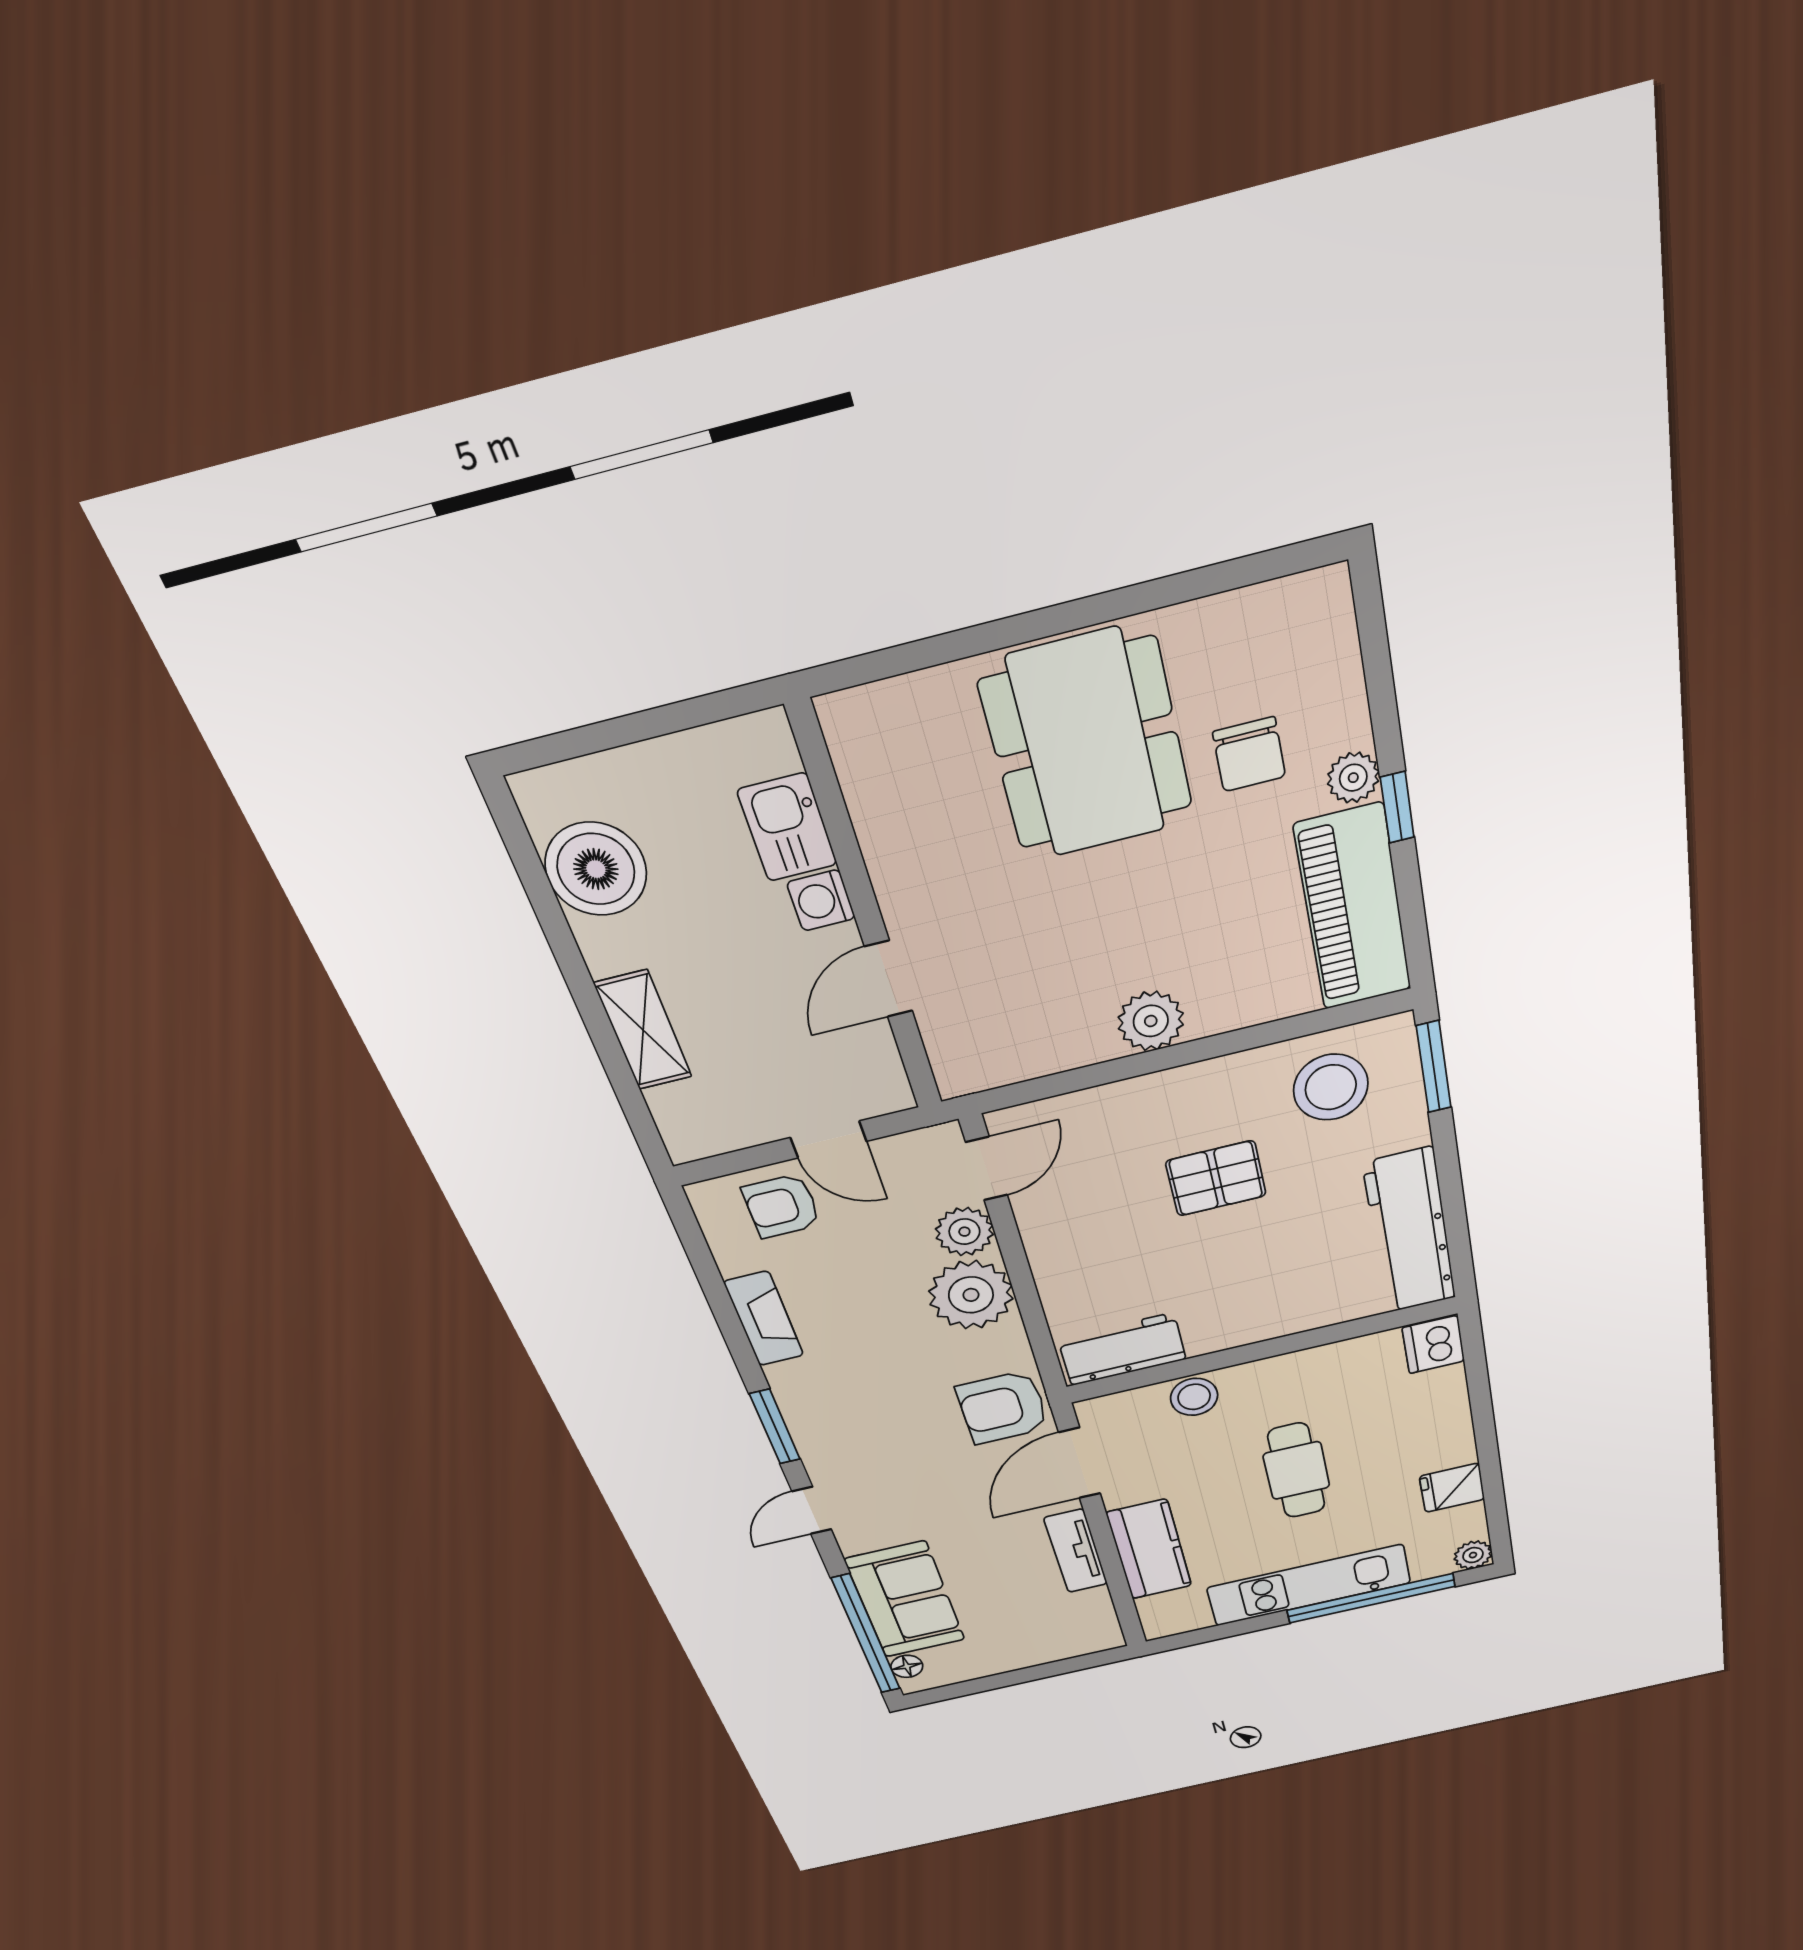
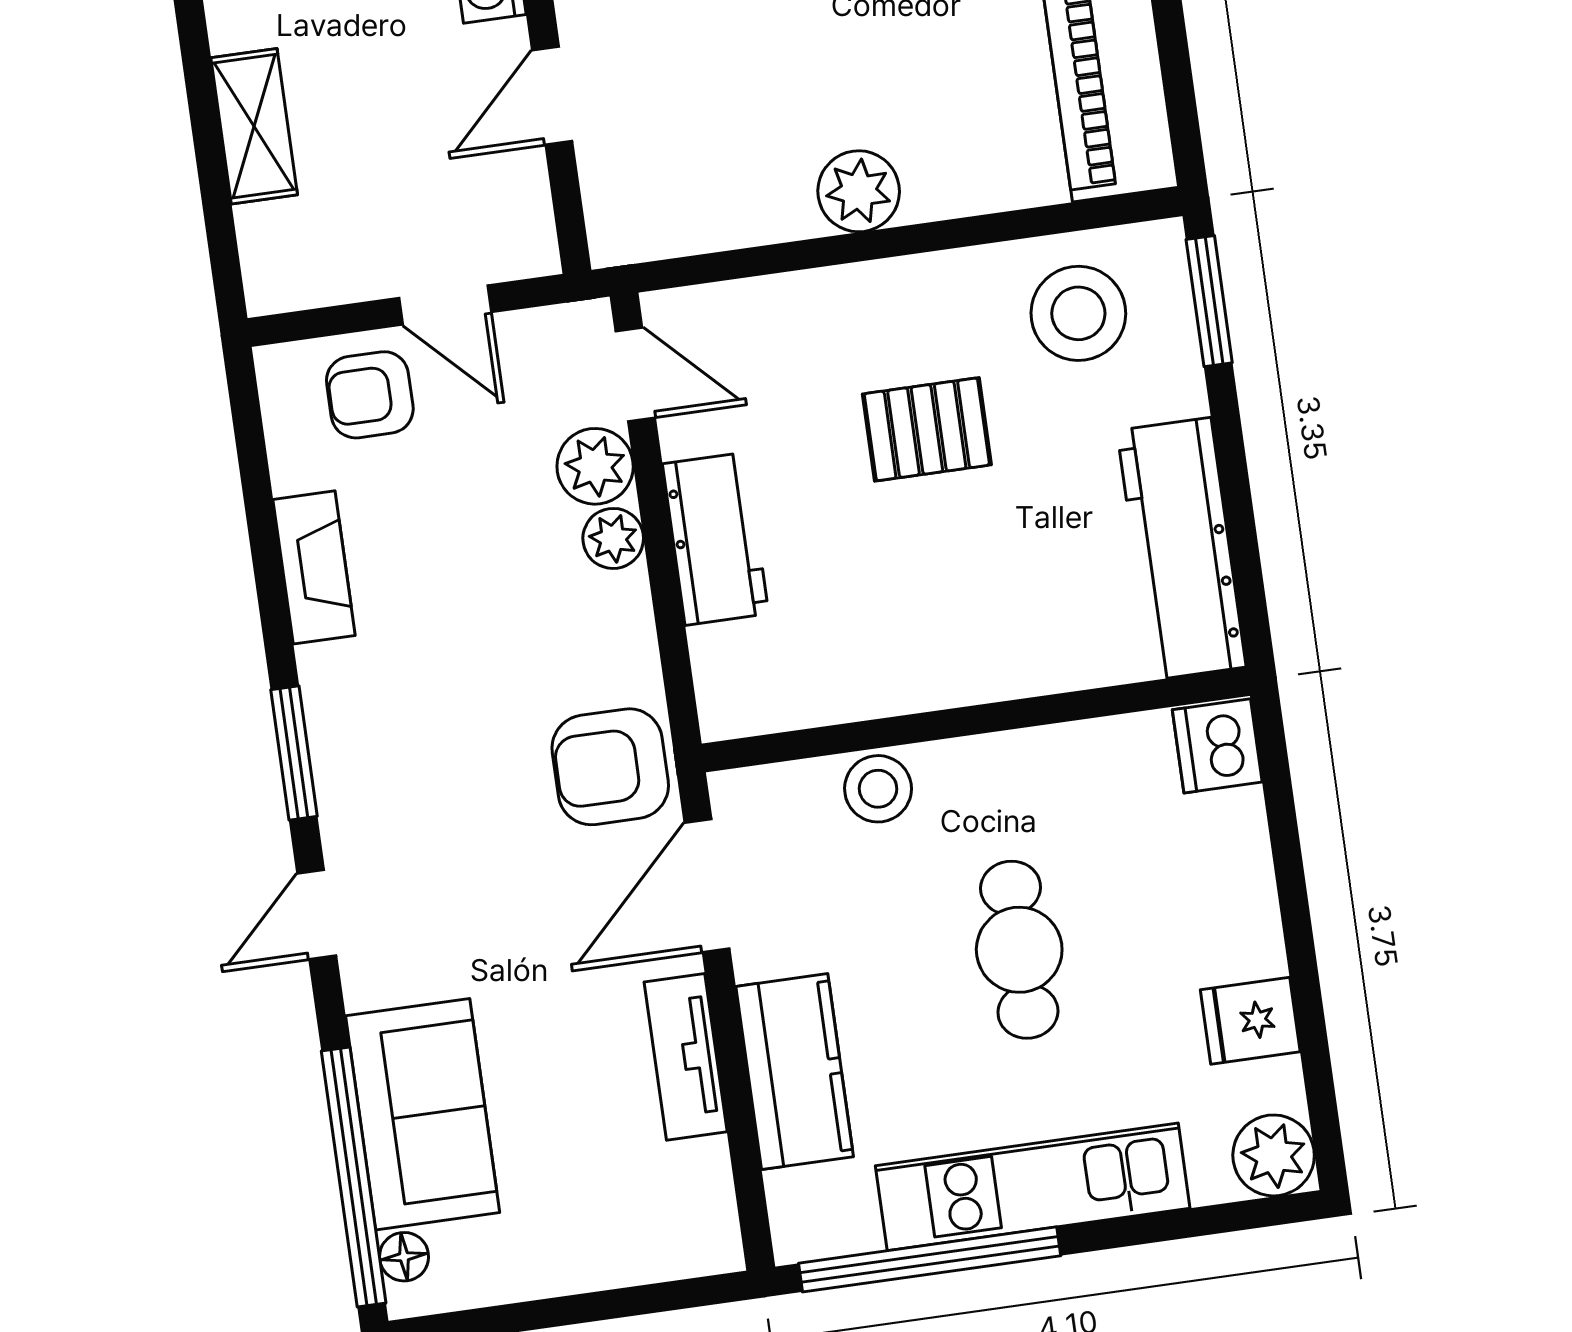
door: (987, 1169) -> (635, 374), hinge flipped
plant: (971, 1295) -> (613, 538), width x0.53, depth x0.53
workbench: (1122, 1349) -> (716, 539), moved, turned 90
plant: (1473, 1555) -> (1274, 1155), width x1.38, depth x1.38
window: (1371, 1598) -> (930, 1259), moved

